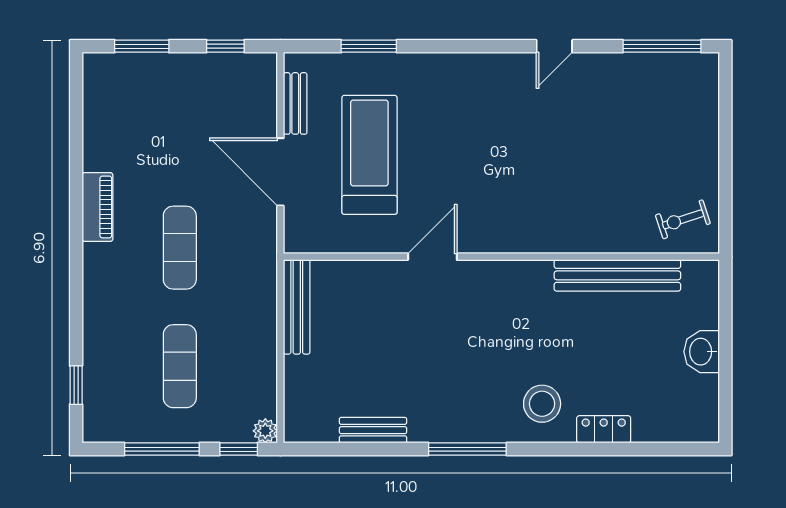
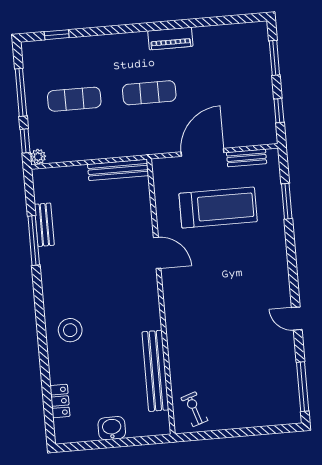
locker: (604, 429) -> (60, 401), moved
window: (467, 449) -> (34, 241), moved

